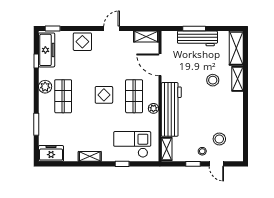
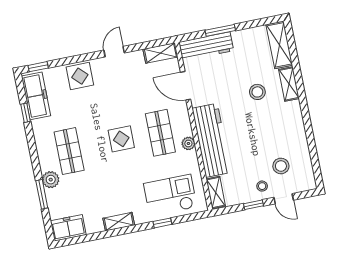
workbench: (197, 38) -> (206, 46), moved
plant: (45, 87) -> (51, 180), moved

